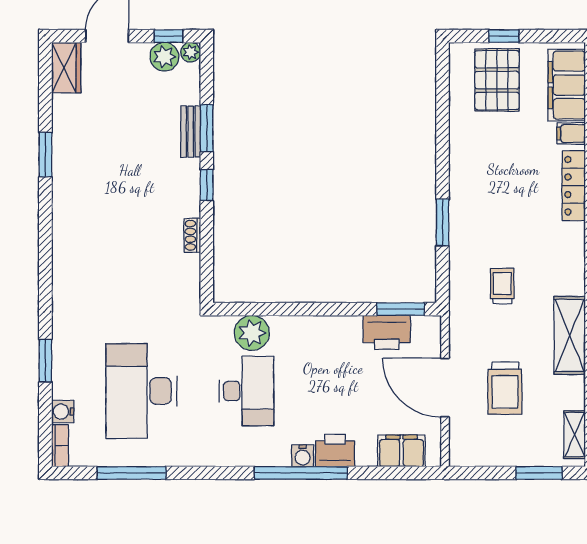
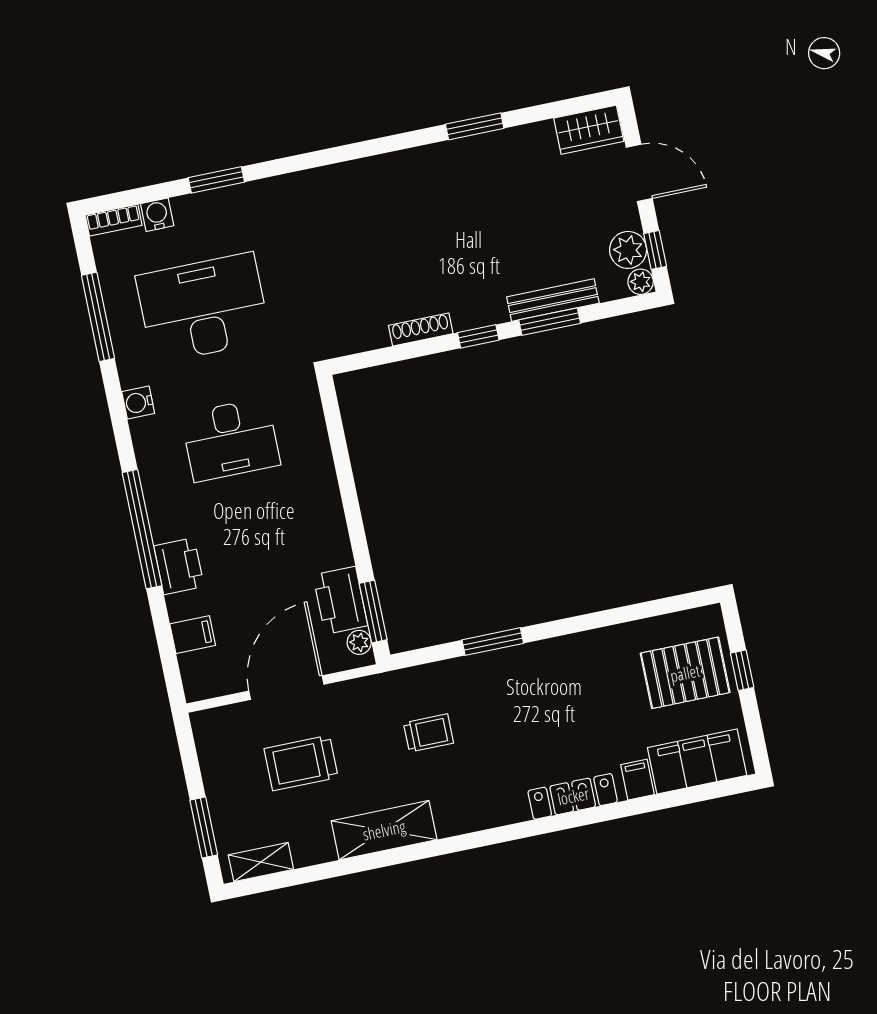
bench: (191, 132) -> (553, 300), width x1.36
shoe rack: (192, 235) -> (421, 329), width x1.43
plant: (252, 333) -> (359, 642), moved, width x0.53, depth x0.53
filing cabinet: (402, 451) -> (193, 635), width x0.50
water cooler: (303, 456) -> (138, 403), moved

